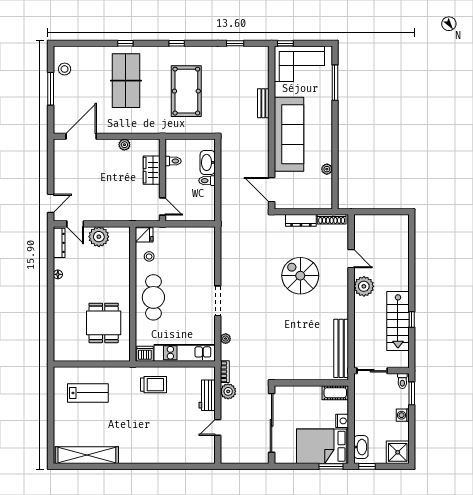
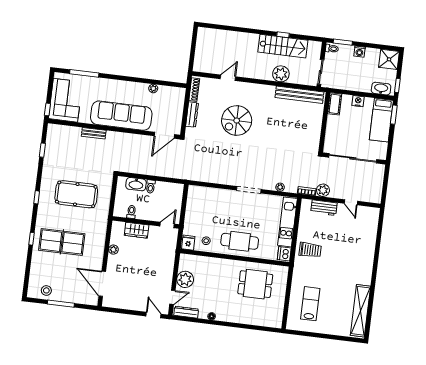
plant: (364, 286) -> (281, 74), moved
trolley: (154, 385) -> (310, 250), turned 90
bed: (323, 446) -> (381, 120), width x0.67

